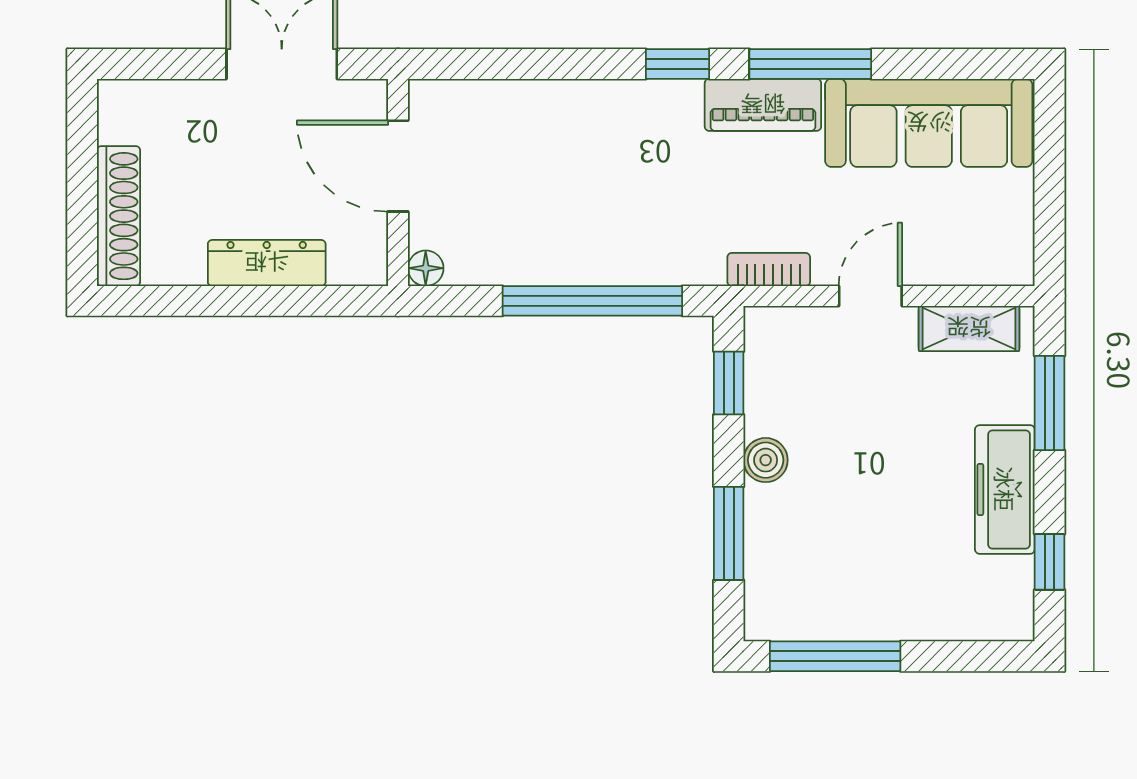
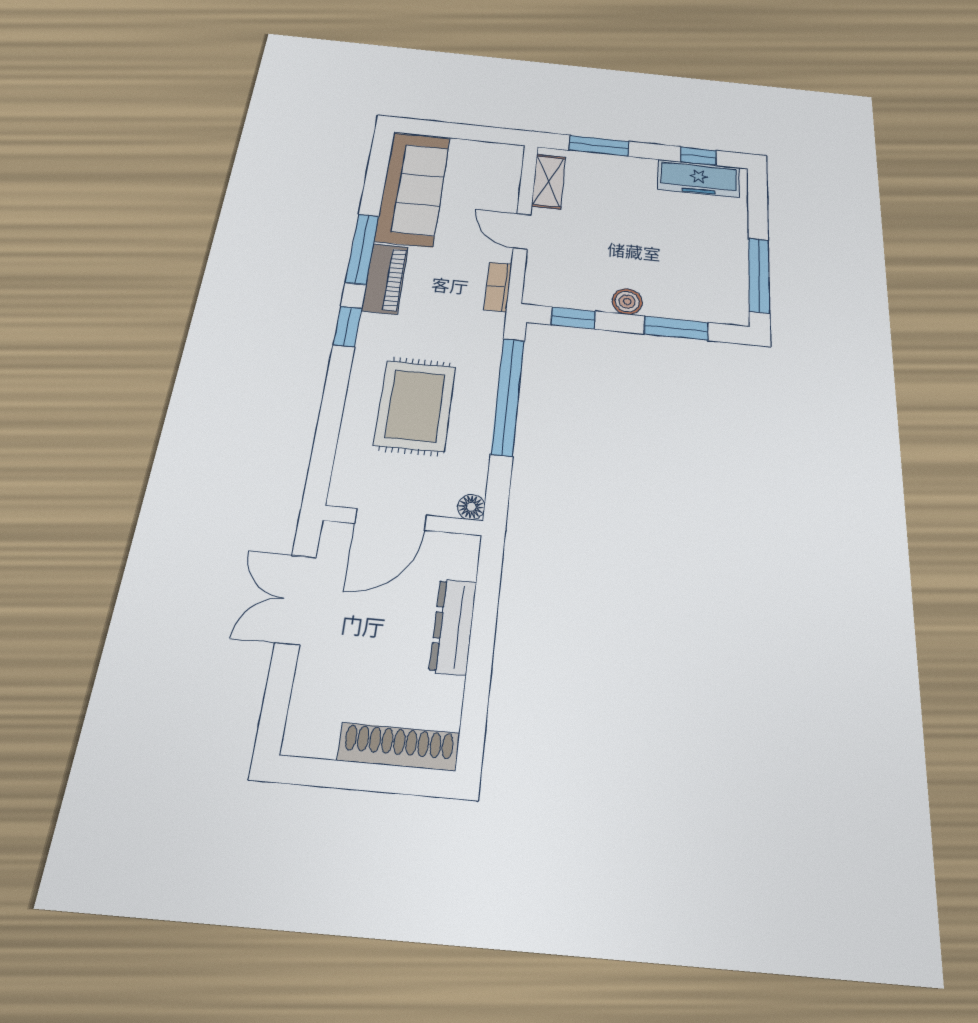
rug: (564, 176) -> (415, 406), added
freezer: (1005, 489) -> (699, 179), moved

